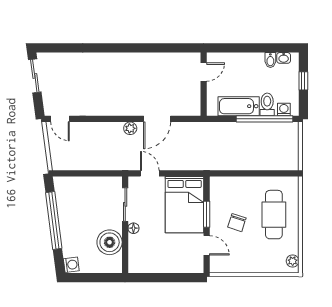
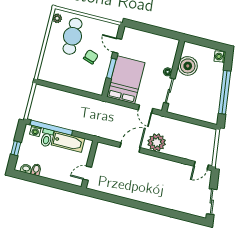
door: (60, 119) -> (201, 166), swing flipped
plant: (130, 128) -> (157, 142), width x1.88, depth x1.88
cafe table: (274, 215) -> (72, 36), moved

